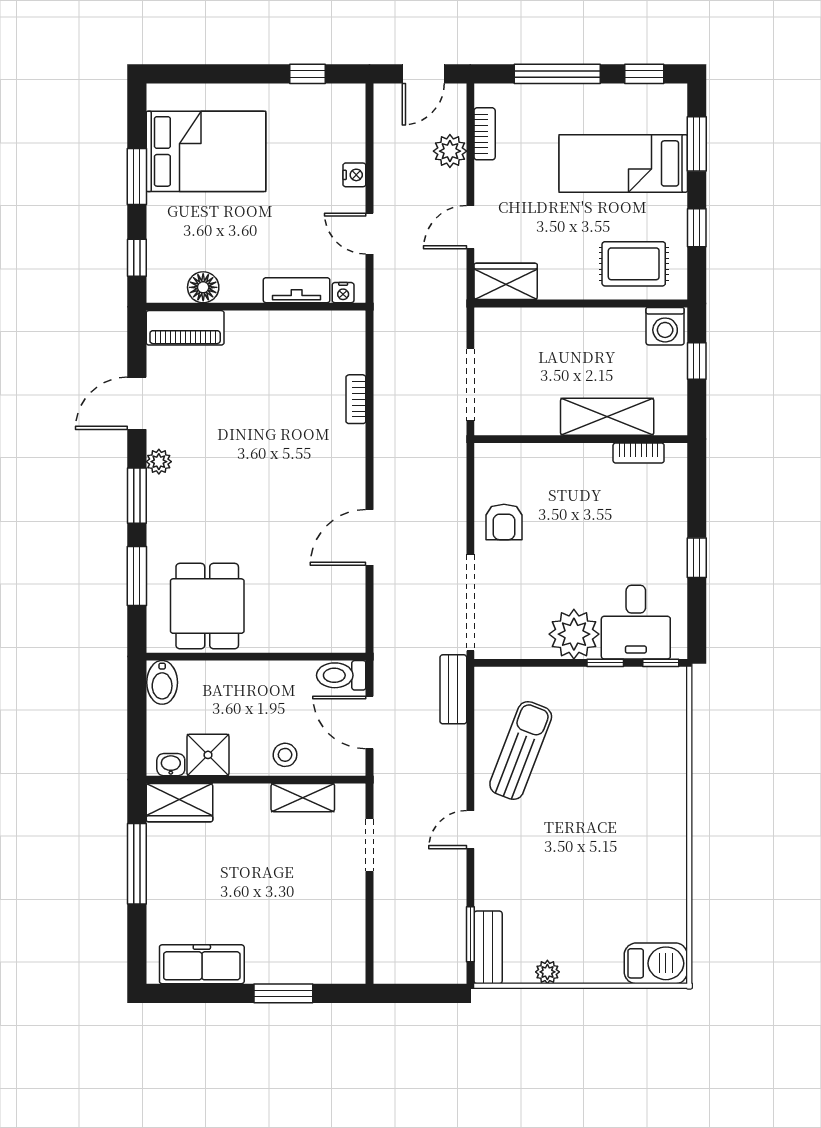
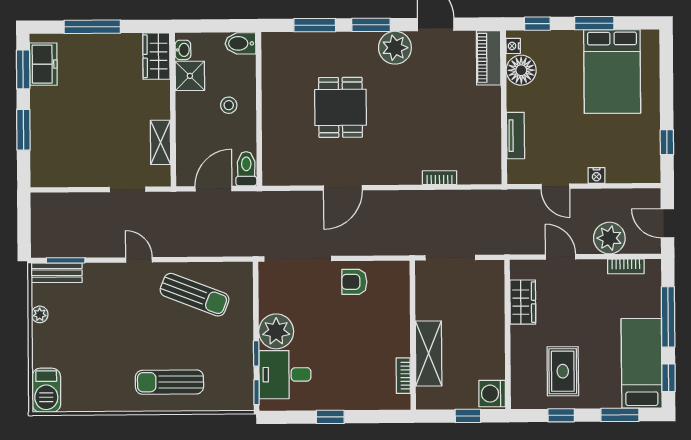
plant: (450, 151) -> (609, 238), width x1.36, depth x1.36
bed: (623, 163) -> (642, 363), moved
door: (369, 234) -> (555, 186), swing flipped
rug: (634, 264) -> (563, 371), moved
wardrobe: (506, 281) -> (523, 302), moved
floor lamp: (203, 287) -> (521, 70), width x1.38, depth x1.38
nightstand: (343, 293) -> (513, 46), moved
plant: (159, 462) -> (395, 48), width x1.88, depth x1.88
door: (369, 537) -> (343, 188), swing flipped
dining table: (207, 606) -> (340, 107), moved, turned 90
bench: (453, 689) -> (237, 247), removed
stool: (285, 755) -> (229, 105), moved
sun lounger: (645, 787) -> (169, 382), added
window: (137, 864) -> (92, 27), moved
freezer: (202, 964) -> (43, 64), width x0.71
window: (197, 993) -> (23, 69), added

